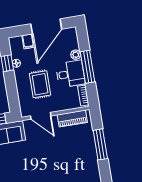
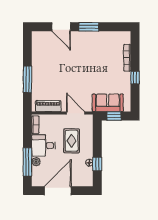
filing cabinet: (28, 41) -> (76, 180), removed
window: (88, 67) -> (27, 162), moved

